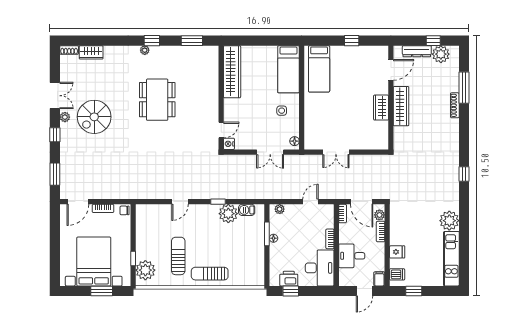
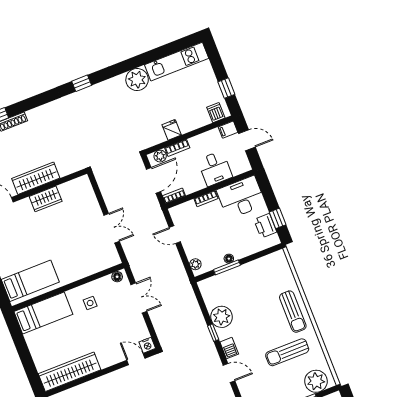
barbecue: (247, 210) -> (229, 348), moved
fridge: (397, 252) -> (172, 130), moved

